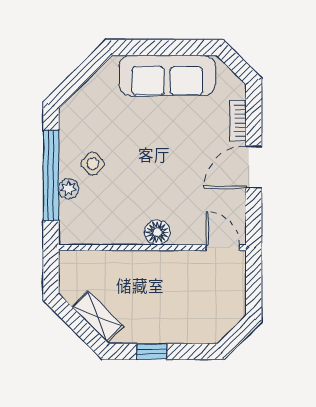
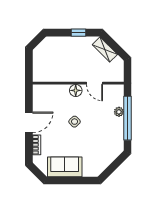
sofa: (167, 75) -> (65, 167), width x0.73
side table: (93, 164) -> (75, 122), moved
door: (223, 248) -> (95, 83), moved

